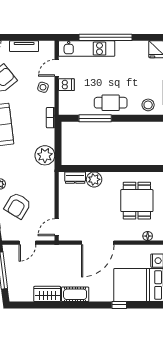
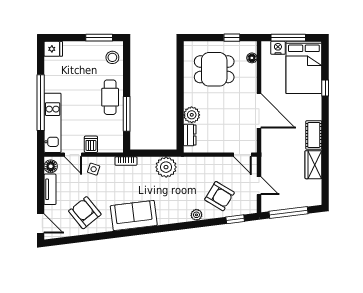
floor lamp: (46, 47) -> (51, 166), added

